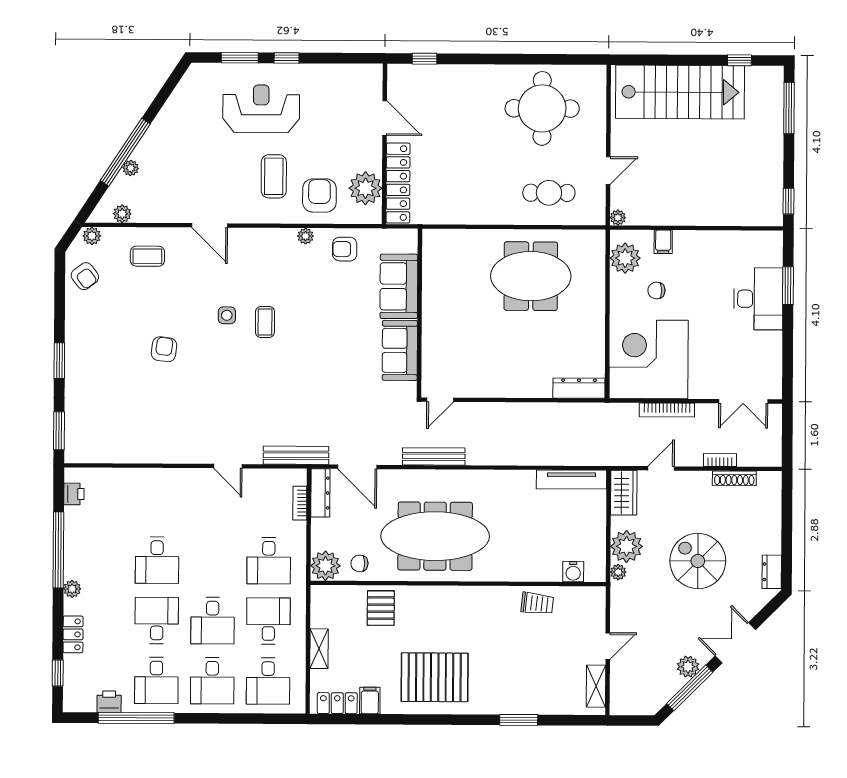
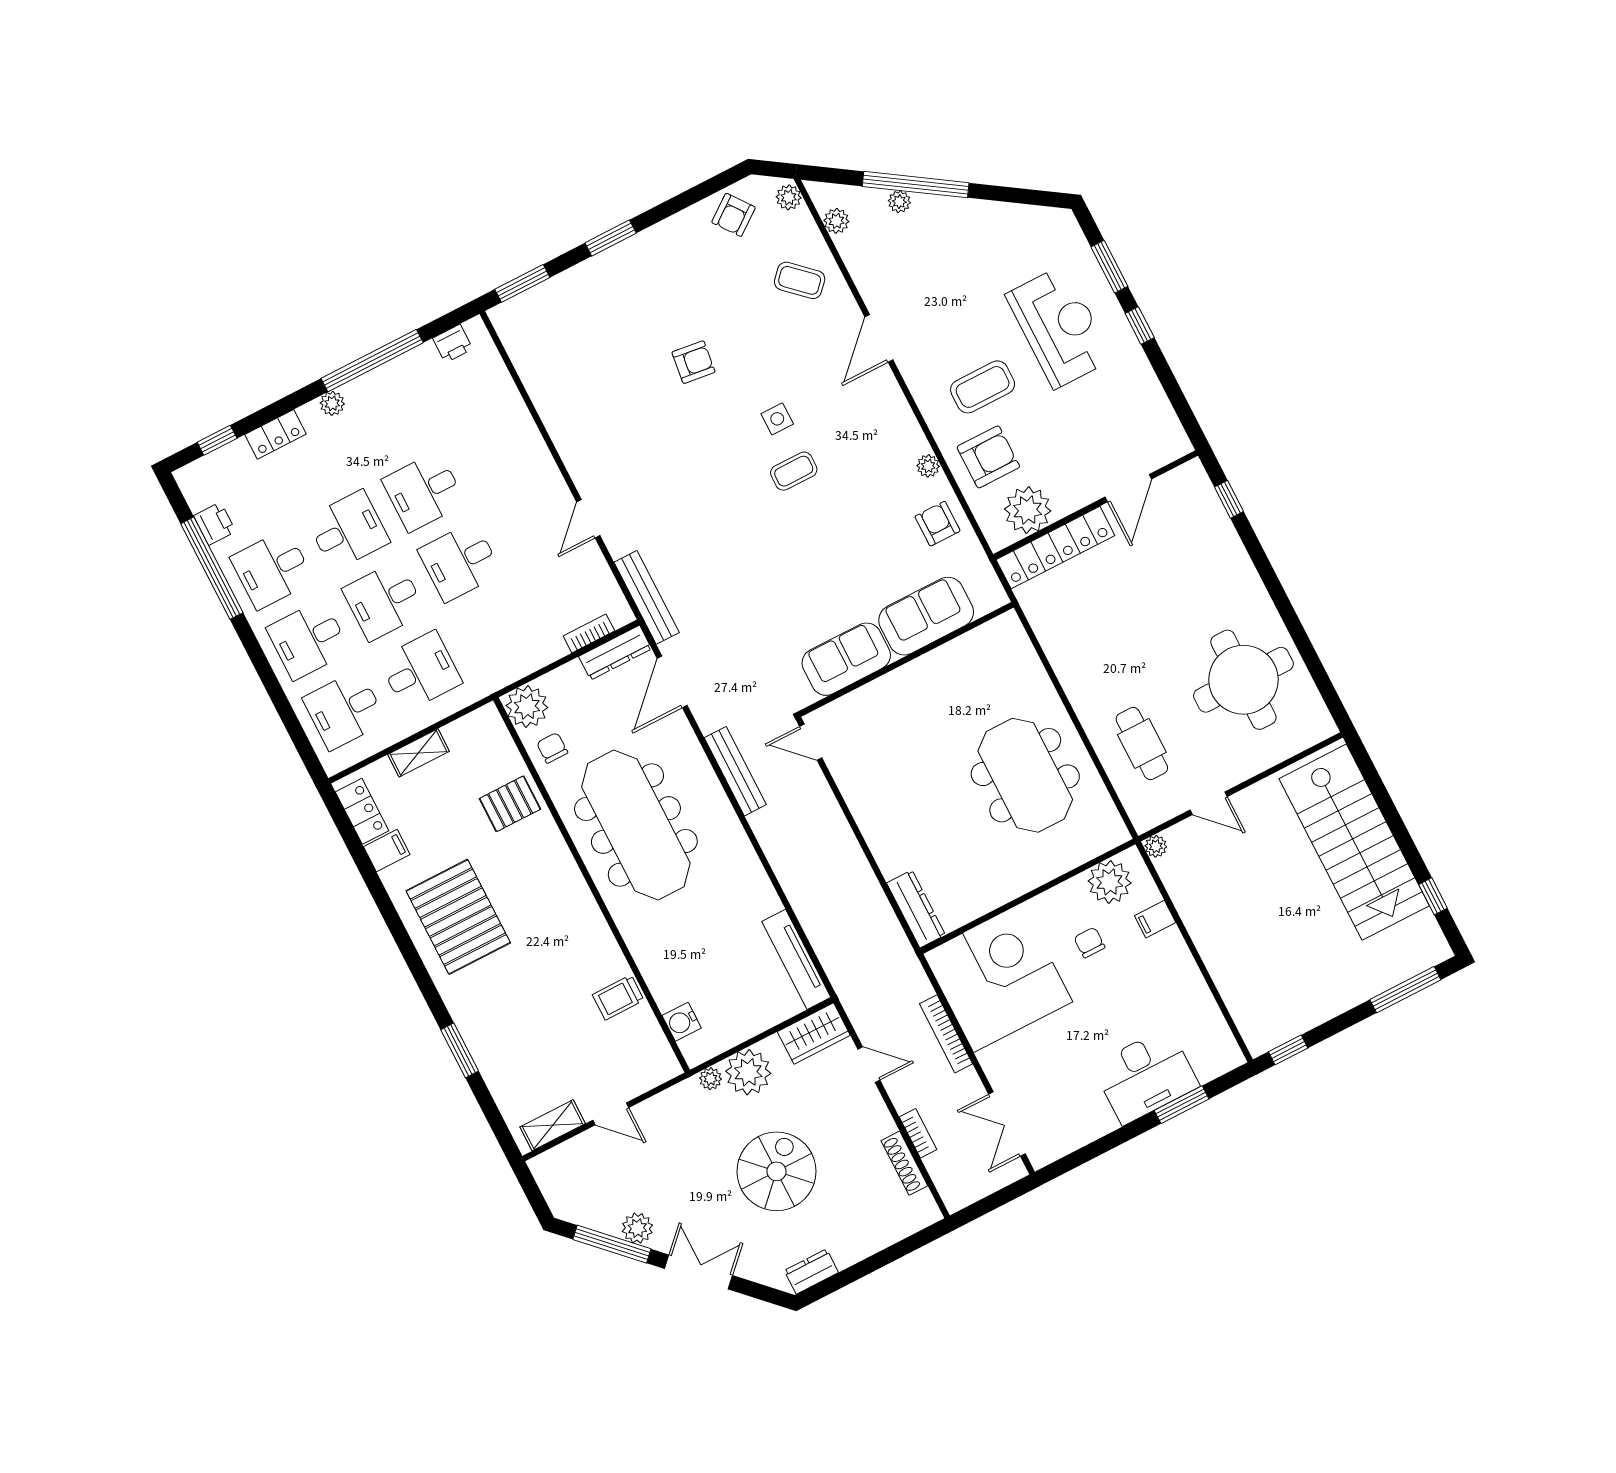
coffee table: (147, 256) -> (800, 280), turned -47
desk: (269, 561) -> (460, 562), moved
trolley: (537, 603) -> (618, 997), turned 84

